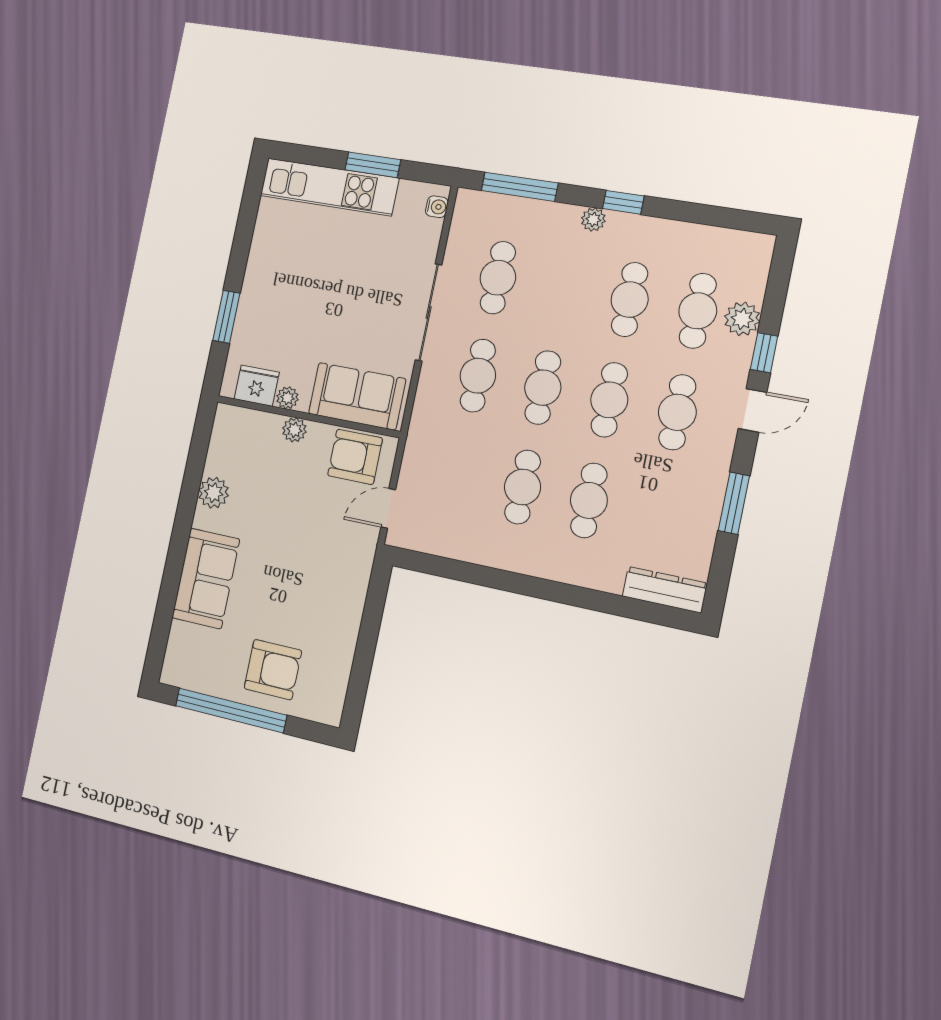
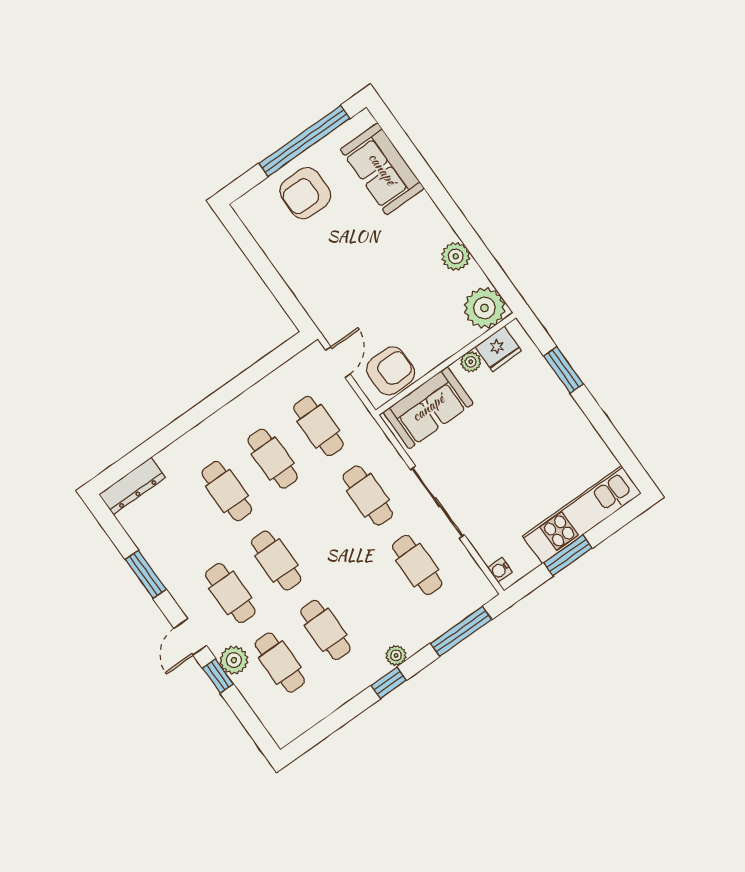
plant: (742, 319) -> (234, 660), moved
cafe table: (543, 388) -> (318, 426), moved
plant: (294, 430) -> (484, 308), moved, width x1.87, depth x1.87
sofa: (206, 578) -> (382, 169), moved

